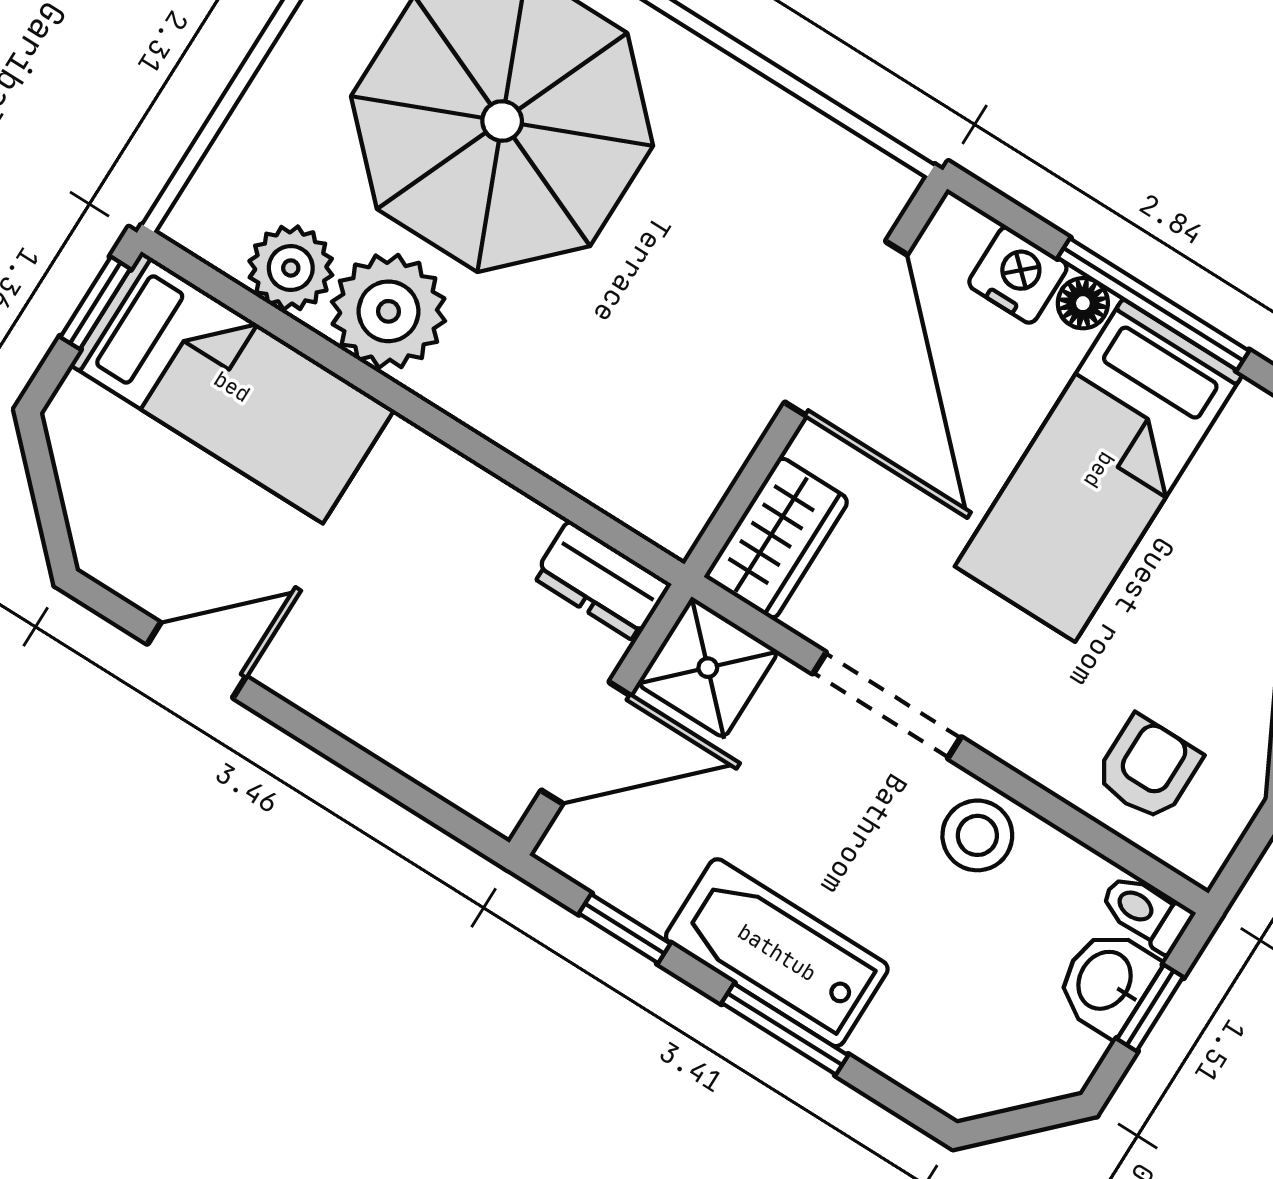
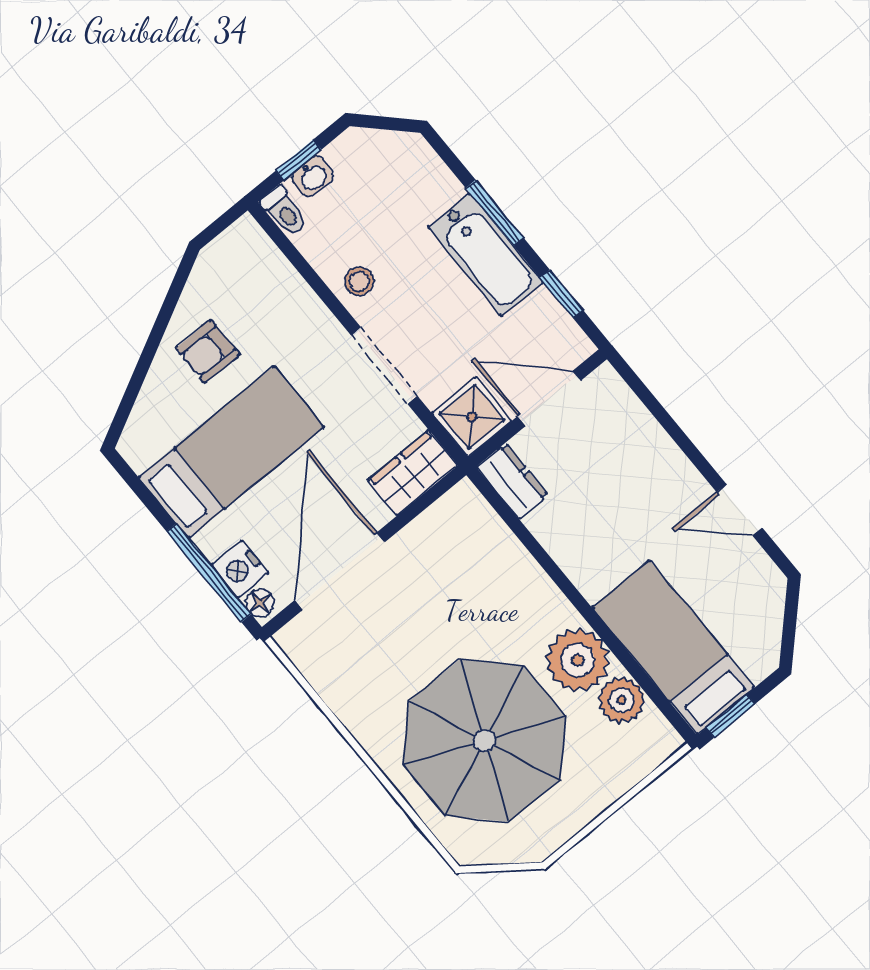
floor lamp: (1083, 303) -> (260, 603), moved
window: (1153, 304) -> (209, 573), moved
armchair: (1148, 768) -> (208, 352), moved
stool: (977, 835) -> (359, 281), width x0.73, depth x0.73
washbasin: (1107, 982) -> (313, 176), width x0.72, depth x0.69

